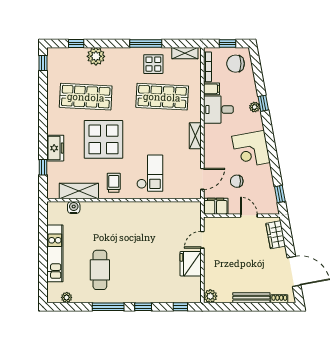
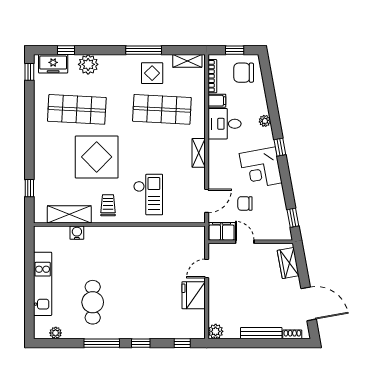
window: (263, 103) -> (280, 147), moved
freezer: (55, 148) -> (53, 64), moved, turned 90
water cooler: (74, 207) -> (77, 233), moved
door: (249, 216) -> (245, 242), moved

